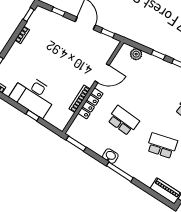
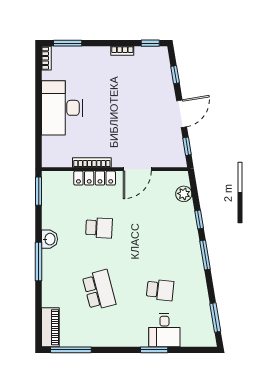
door: (102, 73) -> (137, 169), hinge flipped
window: (33, 116) -> (39, 121), removed
school desk: (123, 121) -> (99, 228), width x0.54

